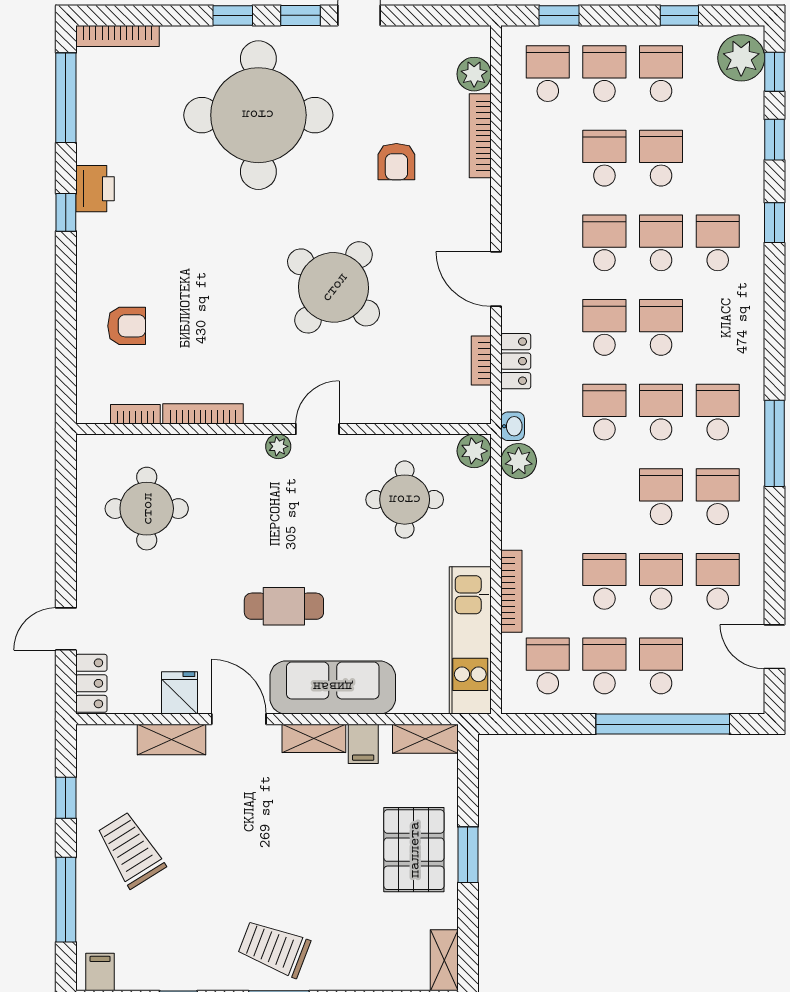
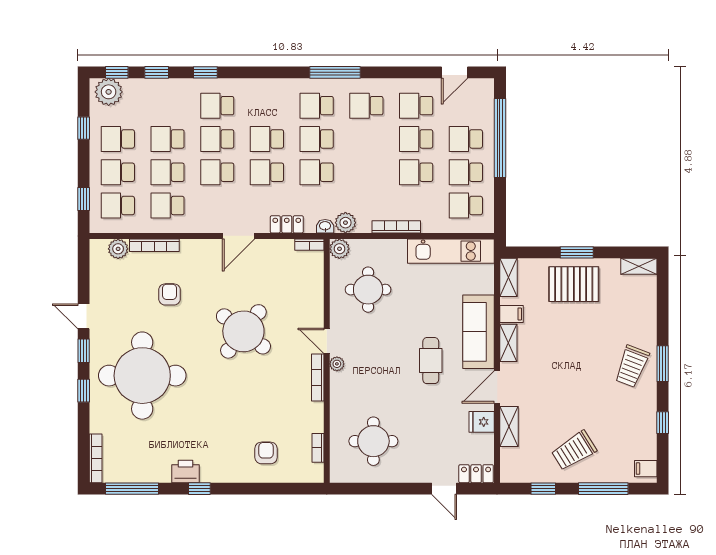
armchair: (396, 162) -> (170, 294), turned -90
bookcase: (481, 361) -> (309, 245), moved
bookcase: (203, 414) -> (318, 378), moved
school desk: (661, 497) -> (168, 206), moved
bookcase: (511, 591) -> (396, 227), moved

